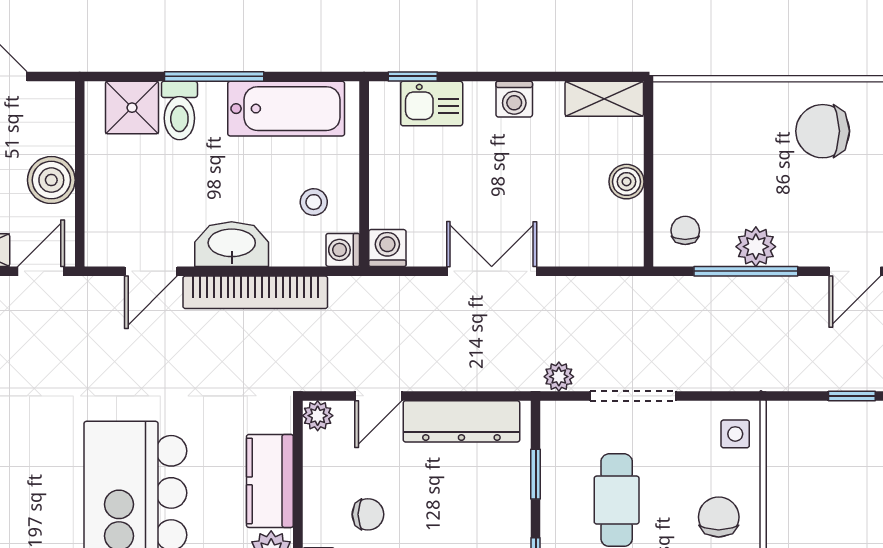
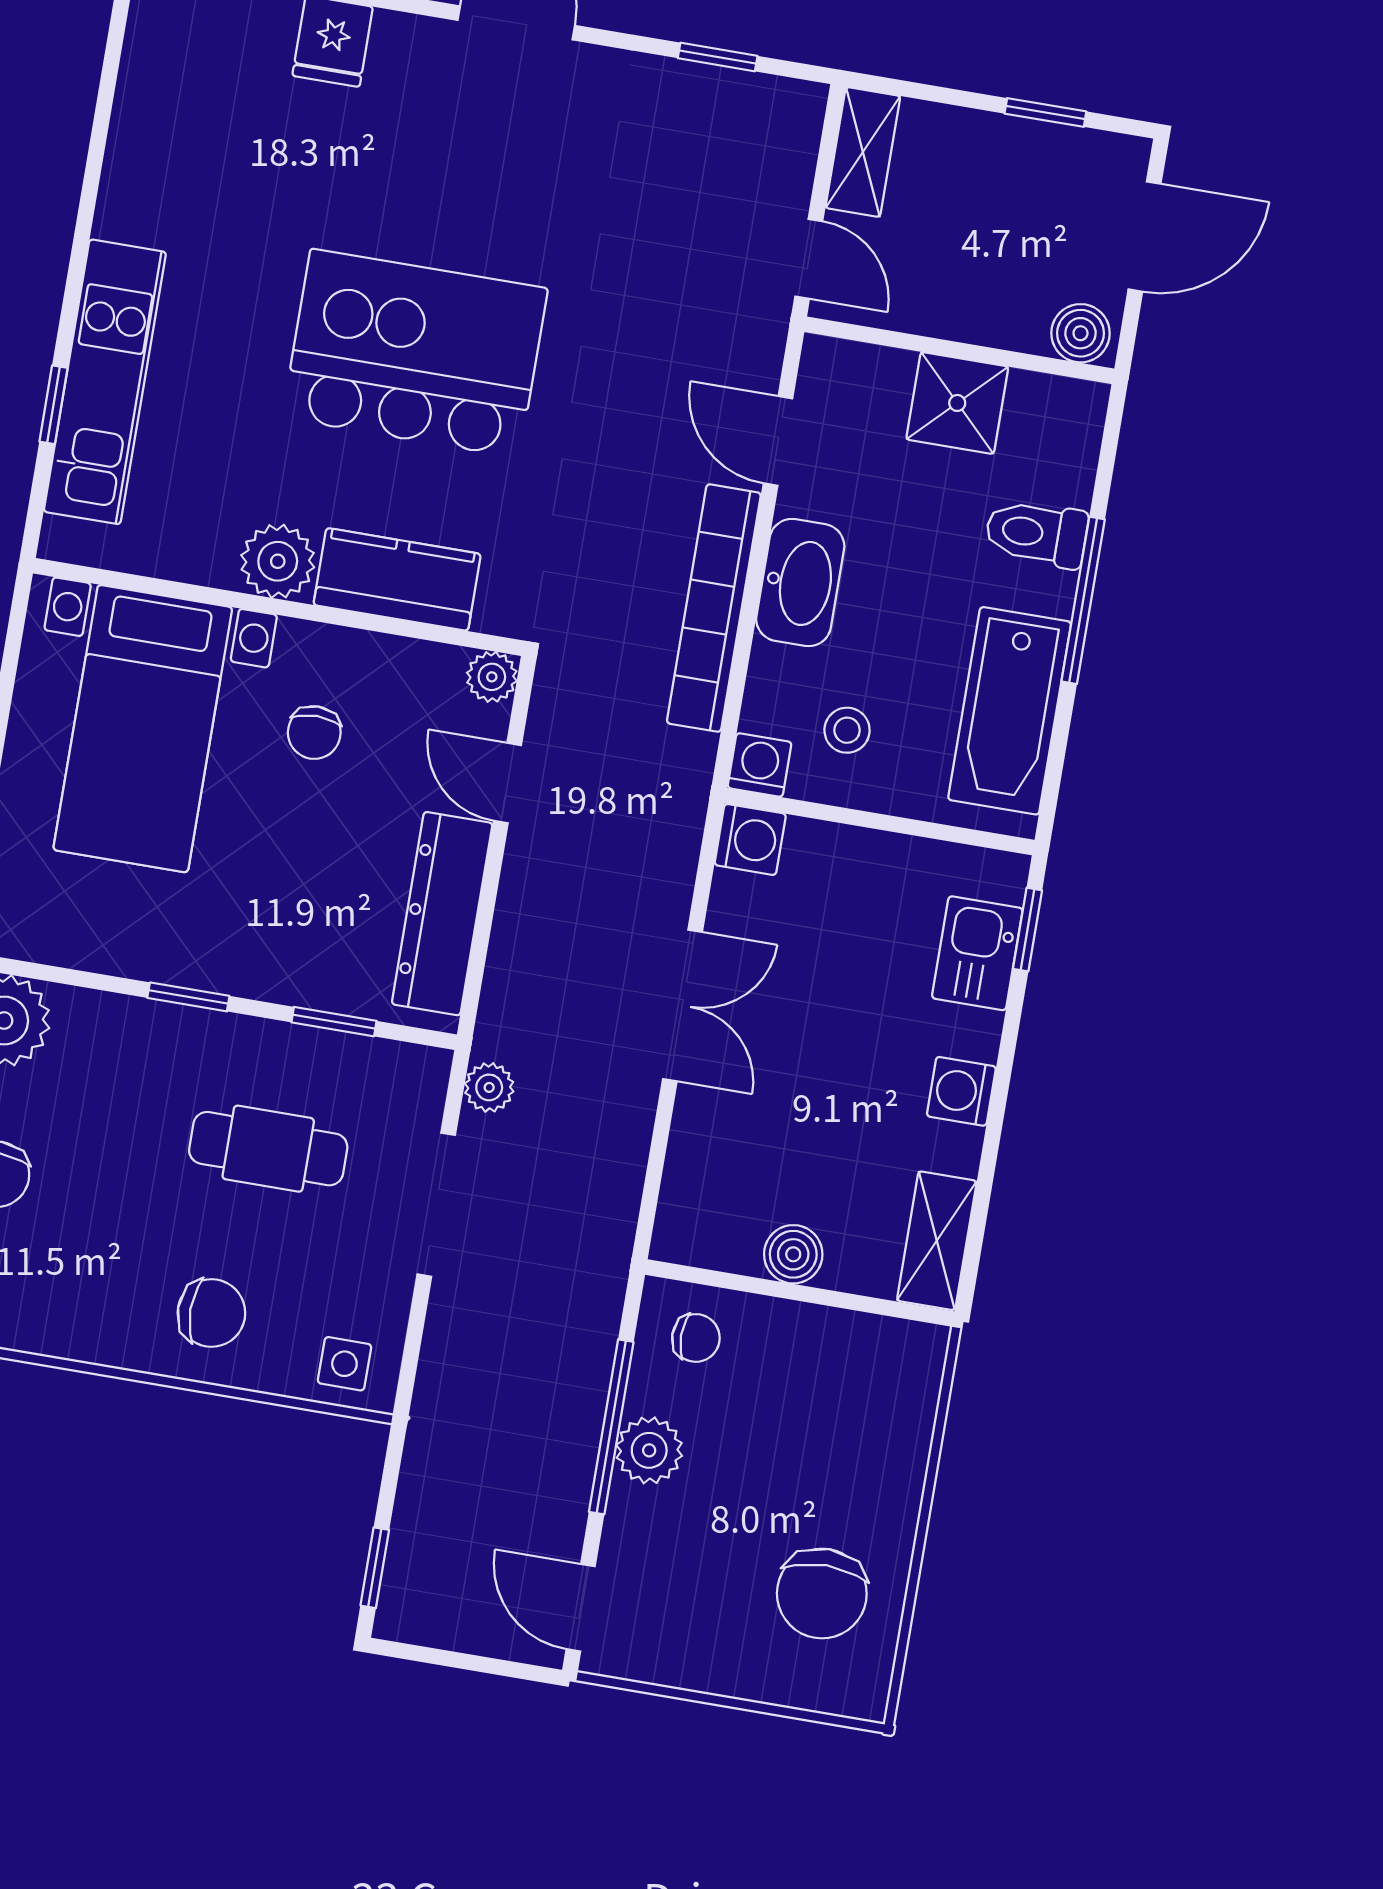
shower: (132, 108) -> (957, 403), moved
chair: (823, 131) -> (822, 1593), turned 180
boiler: (51, 180) -> (1080, 333), moved, width x0.73, depth x0.73

